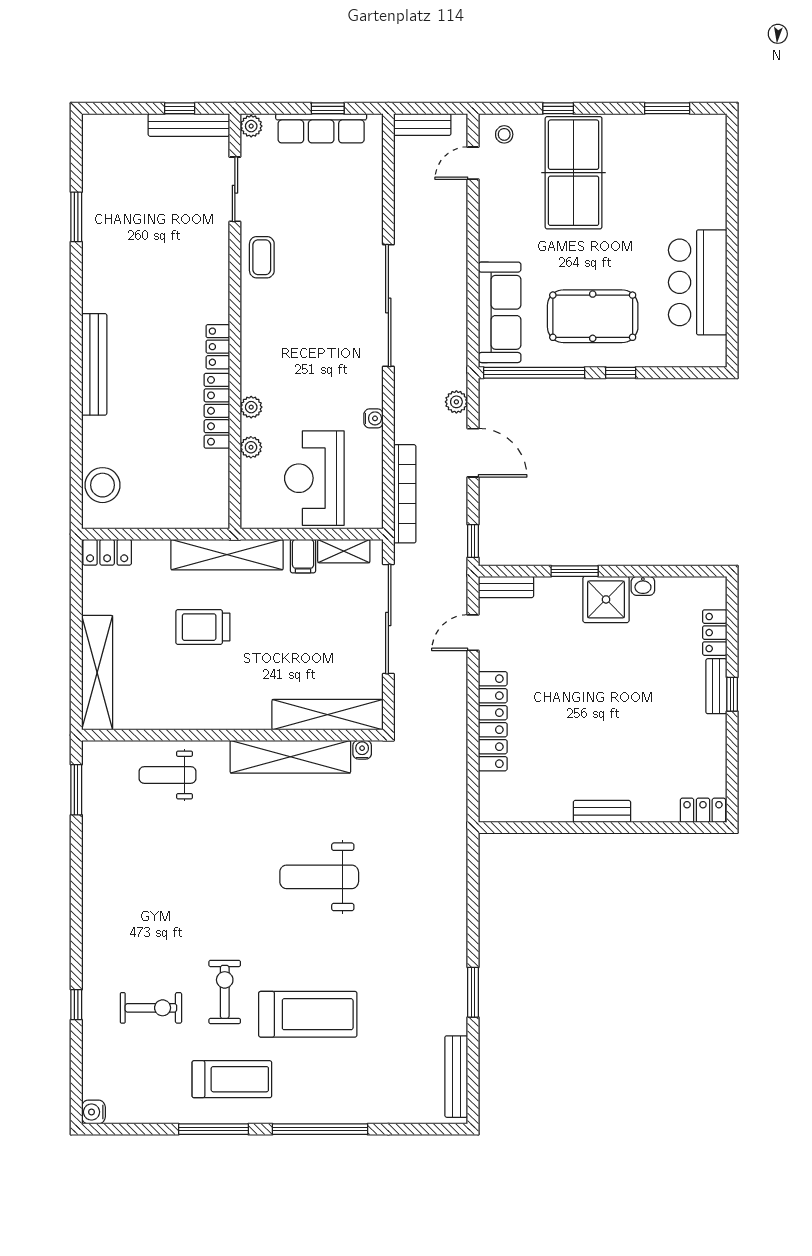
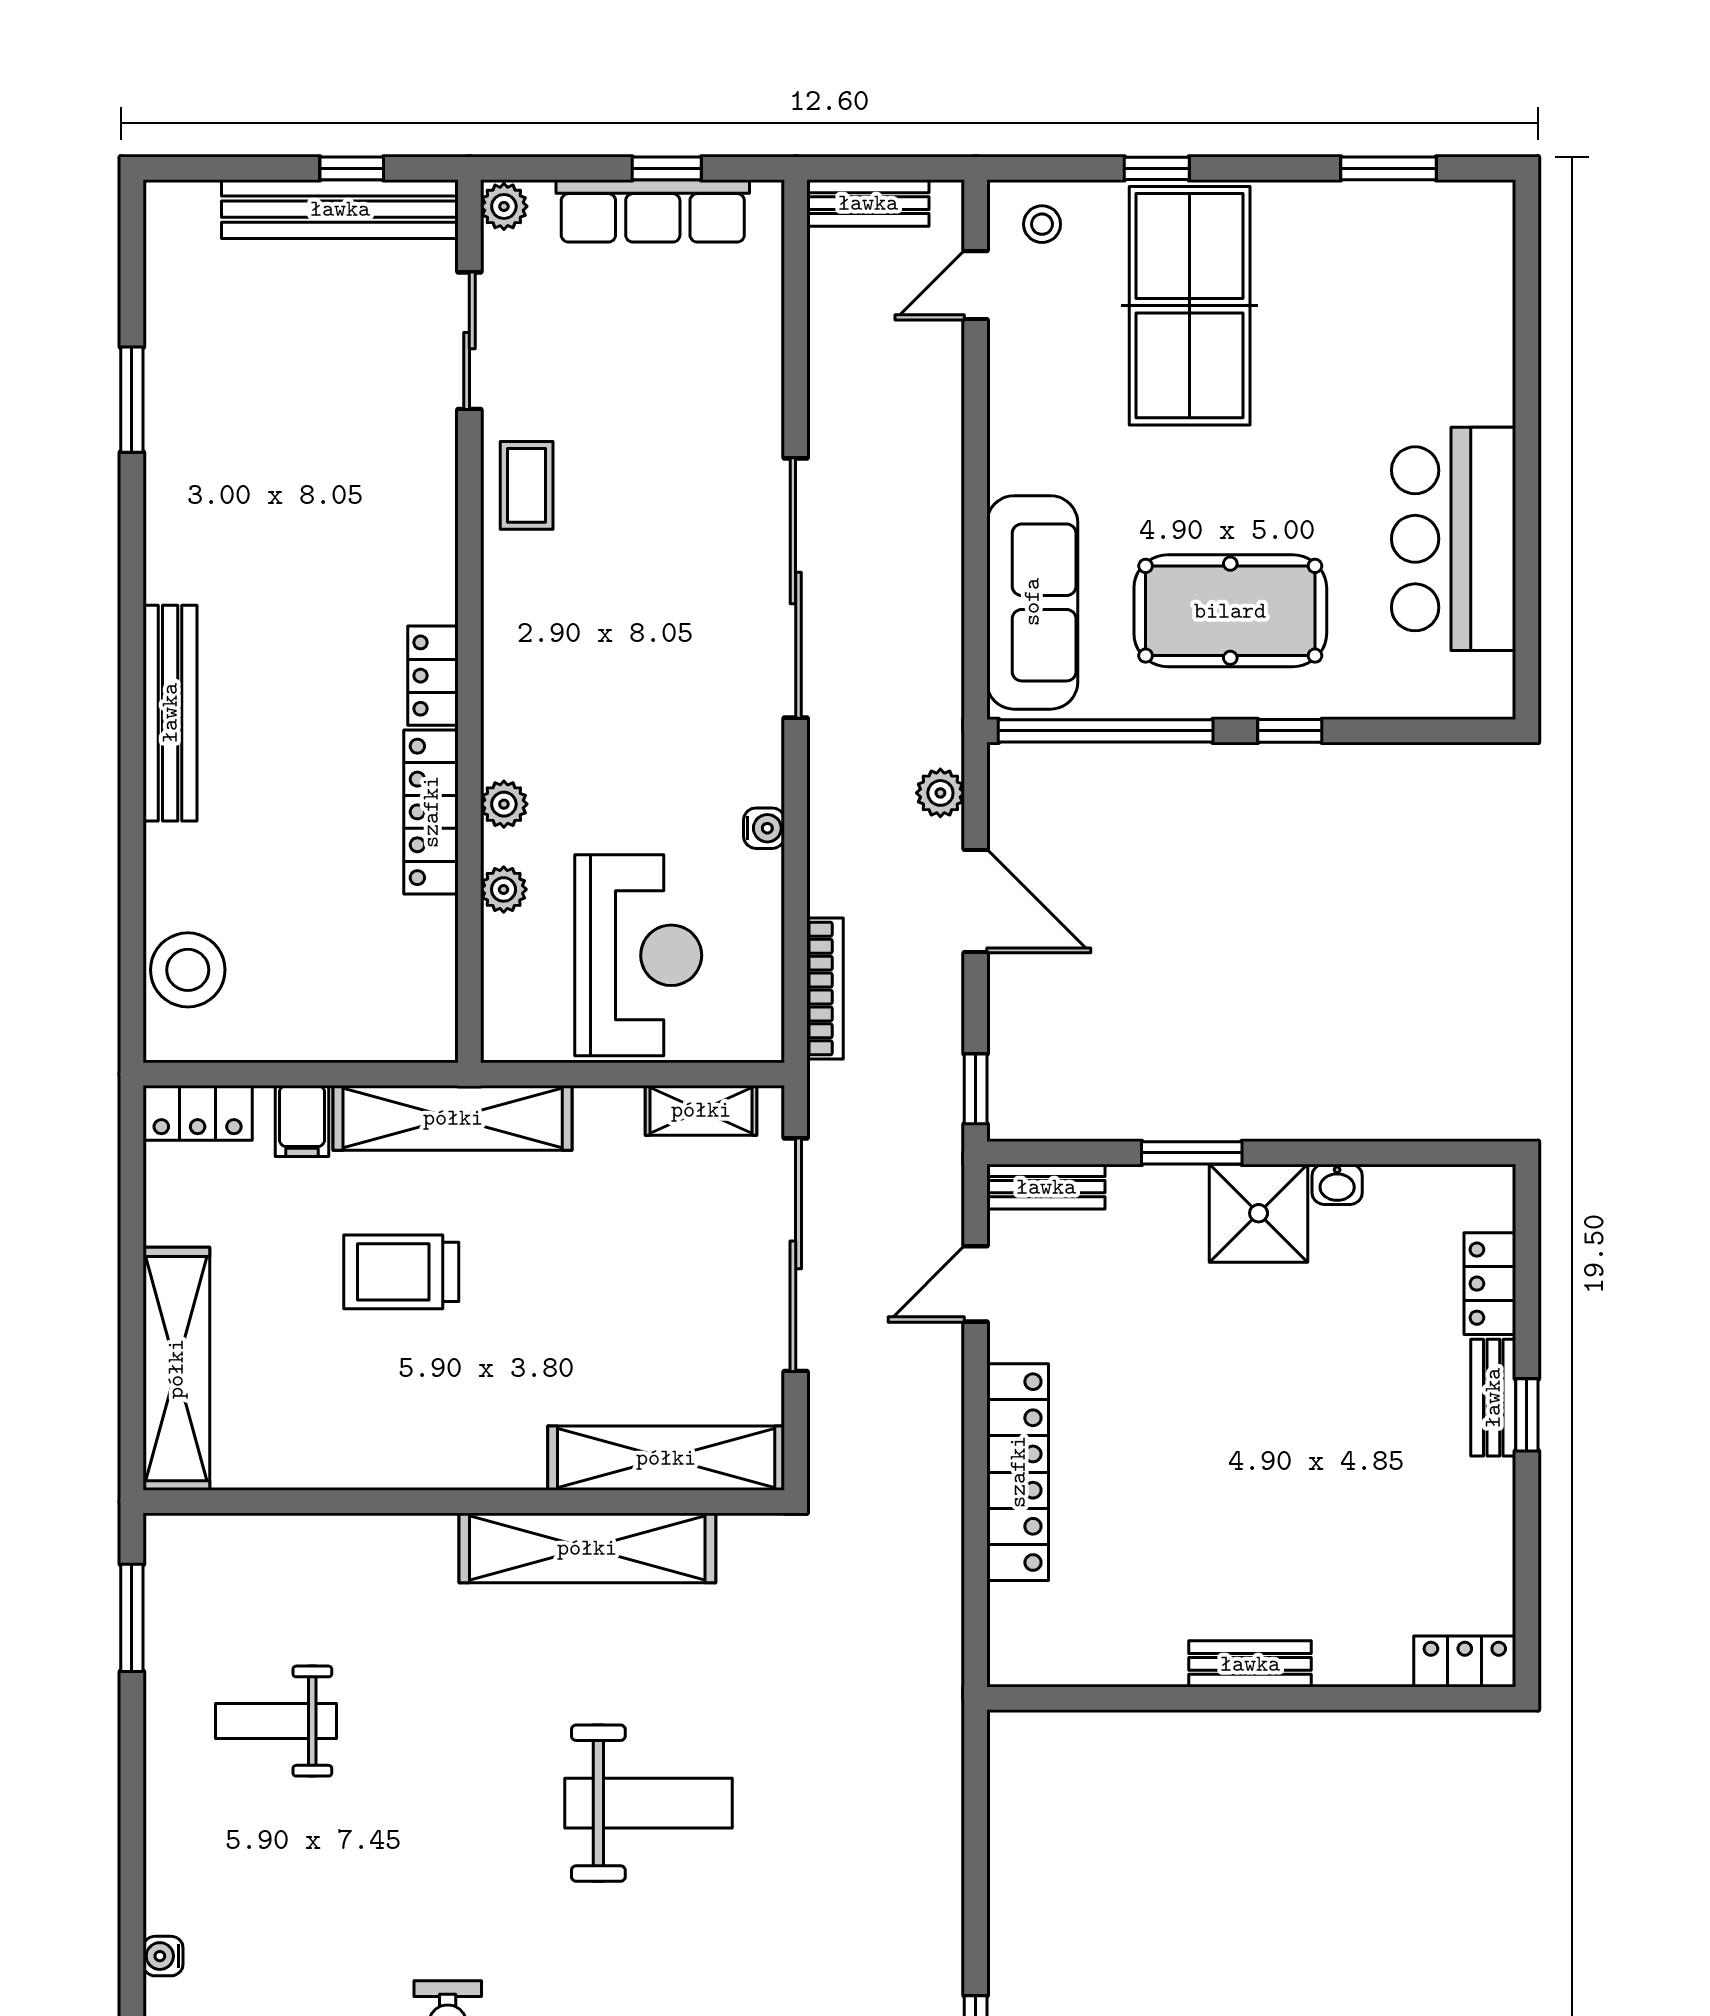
bench: (189, 125) -> (340, 209), width x1.37, depth x1.21
reception desk: (314, 478) -> (638, 955), turned 180
bookcase: (405, 494) -> (825, 989), width x0.68, depth x0.76
filing cabinet: (303, 556) -> (302, 1121), moved
water cooler: (362, 750) -> (163, 1956), moved, turned -90
weight bench: (167, 775) -> (276, 1721), moved
weight bench: (319, 877) -> (649, 1803), turned 180

